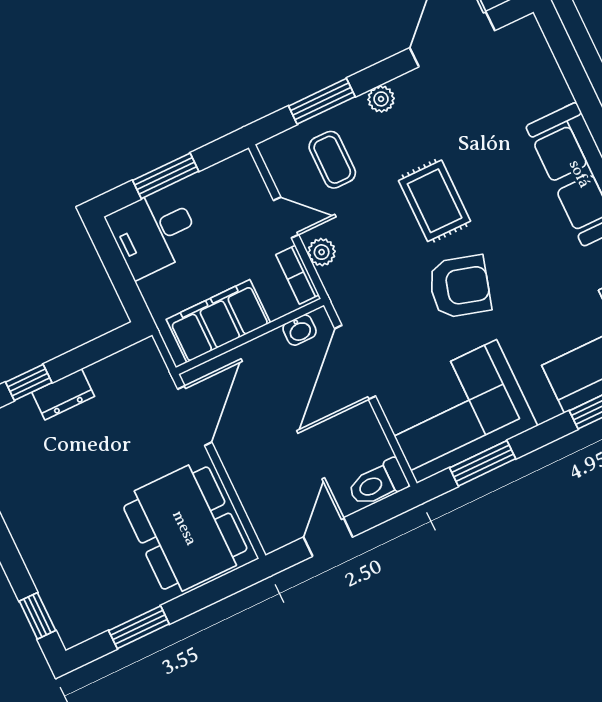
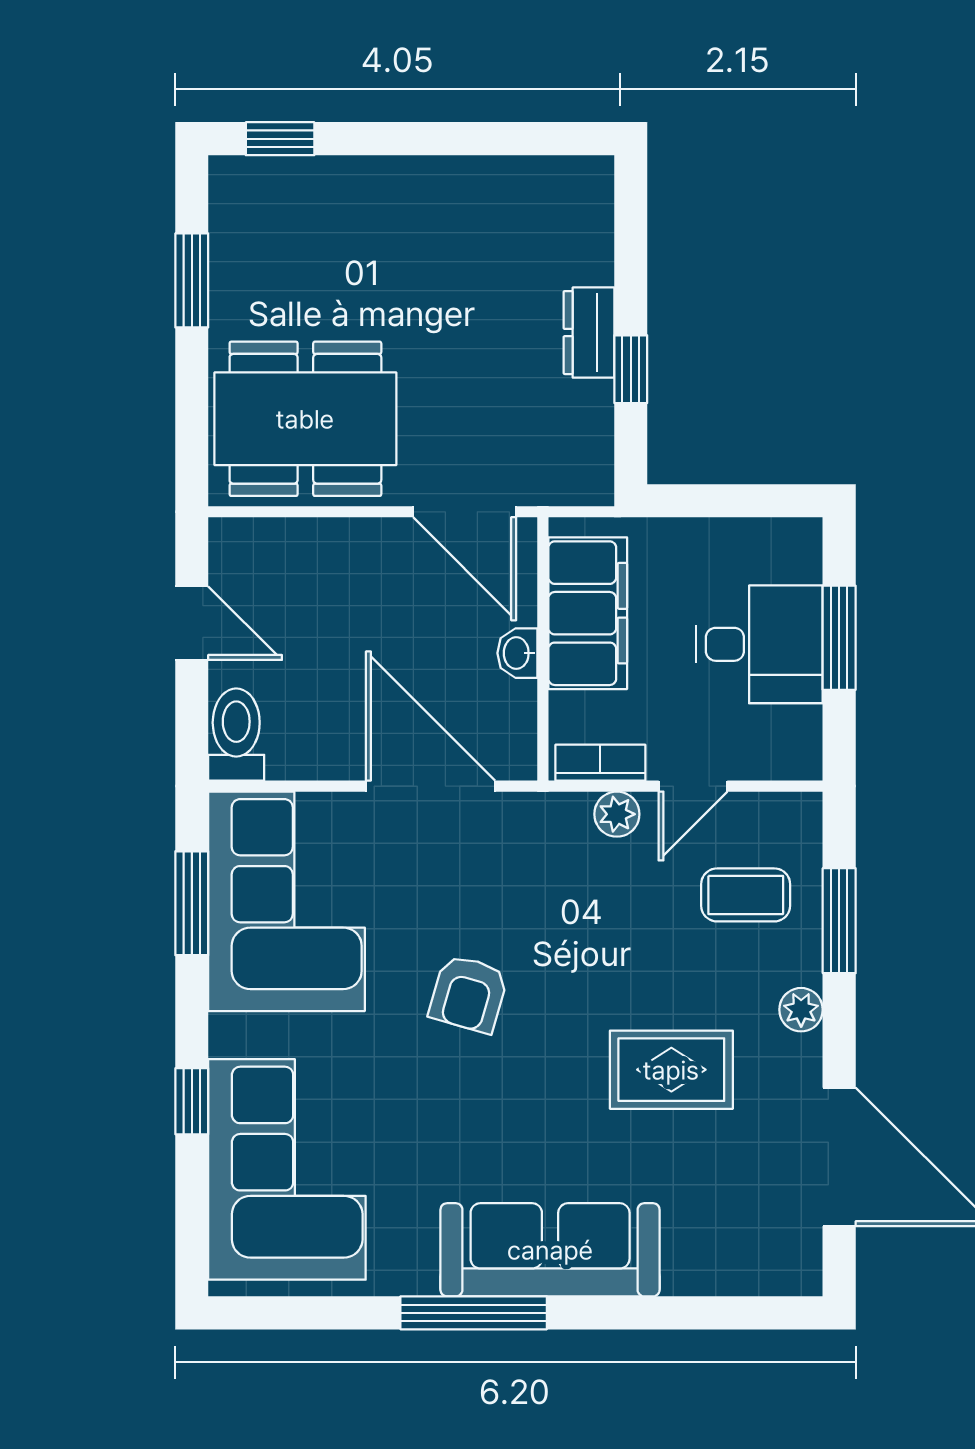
rug: (435, 201) -> (671, 1070), moved
desk: (154, 232) -> (759, 644), moved, turned 90
armchair: (460, 287) -> (469, 994), width x0.72, depth x0.72
washbasin: (300, 330) -> (517, 653), moved
window: (29, 382) -> (631, 369), moved

